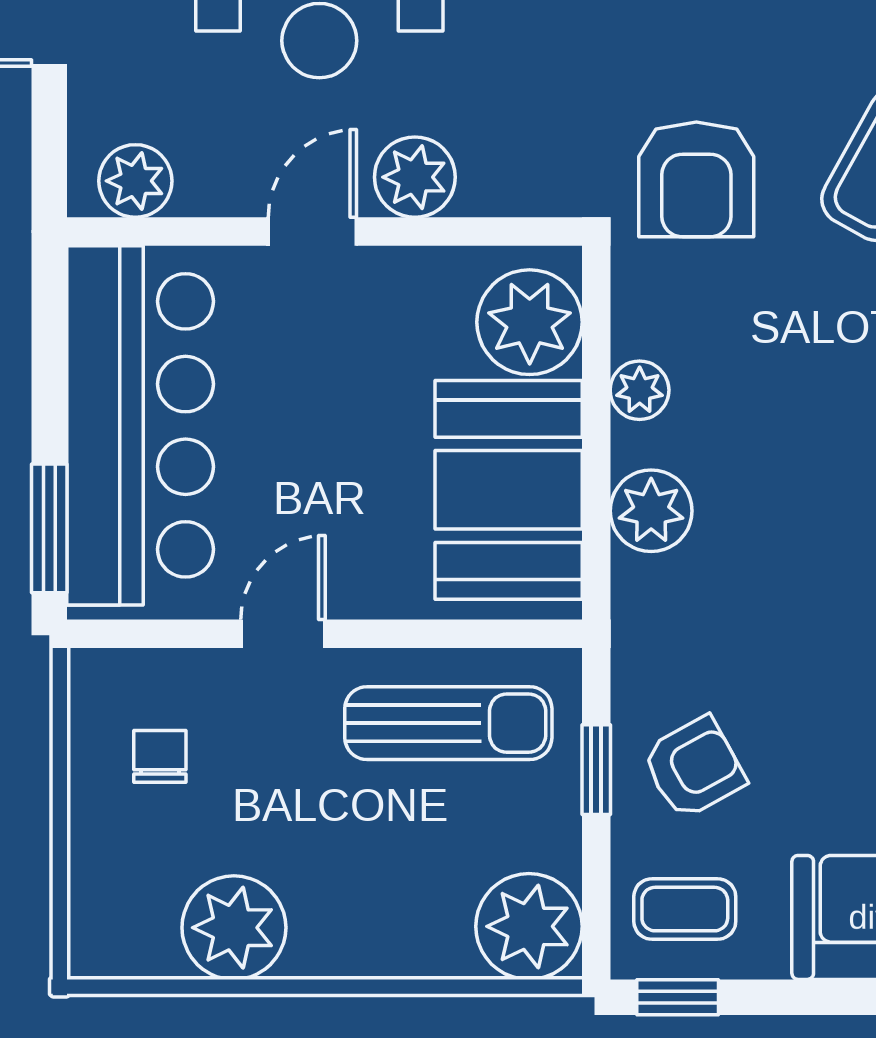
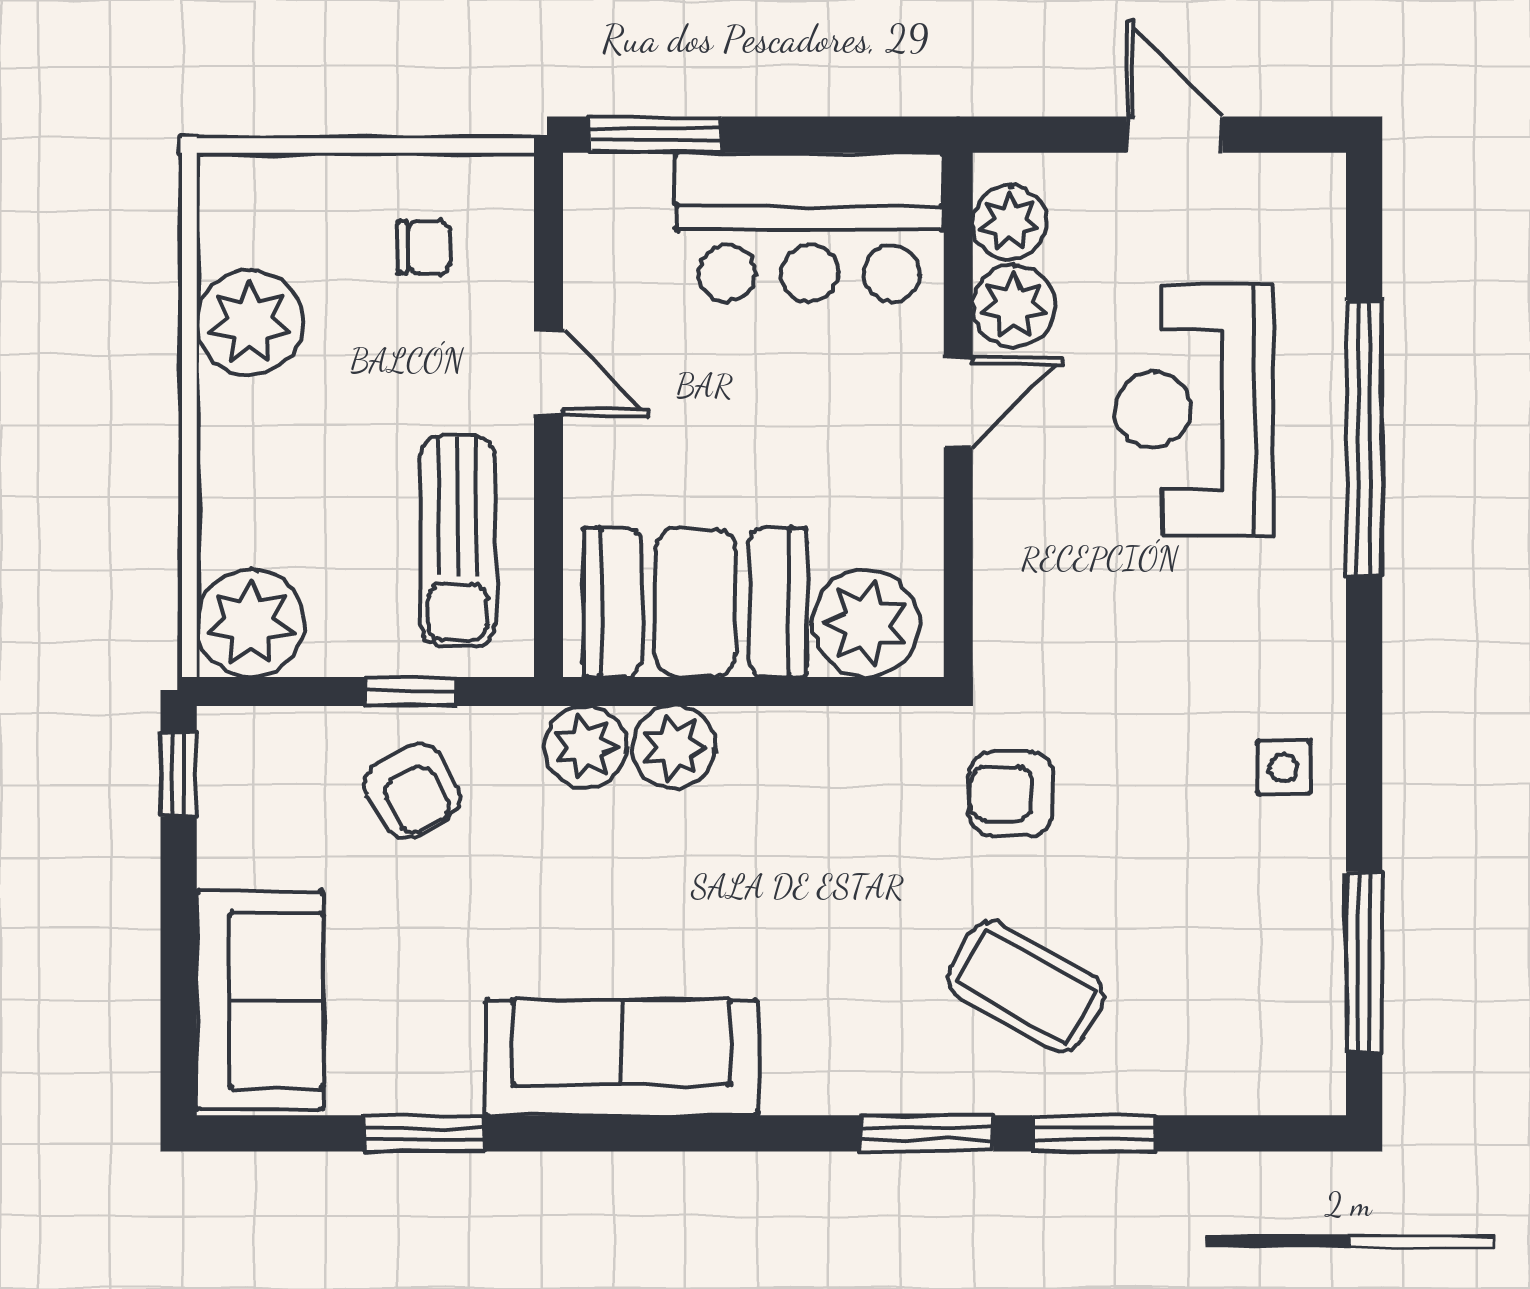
plant: (415, 177) -> (1014, 306), moved
armchair: (696, 179) -> (1011, 794), width x0.72, depth x0.72
door: (312, 232) -> (958, 403), hinge flipped
plant: (640, 390) -> (585, 747), moved, width x1.38, depth x1.38
bar counter: (140, 425) -> (810, 227), width x0.73
coffee table: (685, 909) -> (268, 782), removed

